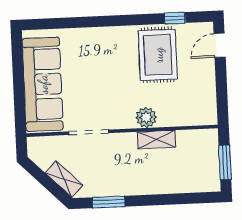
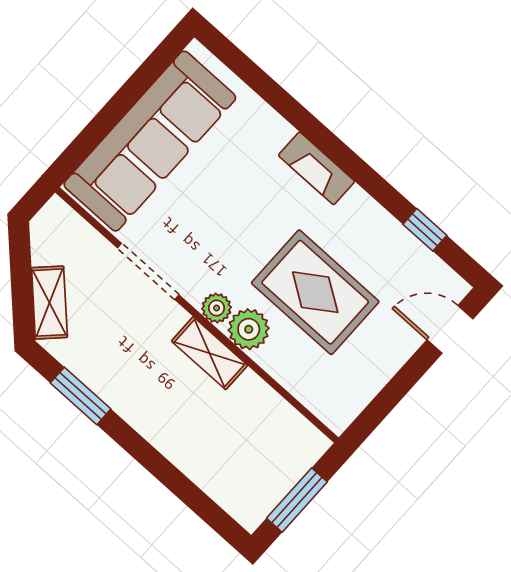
fireplace: (113, 34) -> (317, 168), added
rug: (158, 55) -> (315, 292), moved, turned 90
plant: (127, 121) -> (217, 308), added
shelving: (156, 139) -> (209, 353), moved

